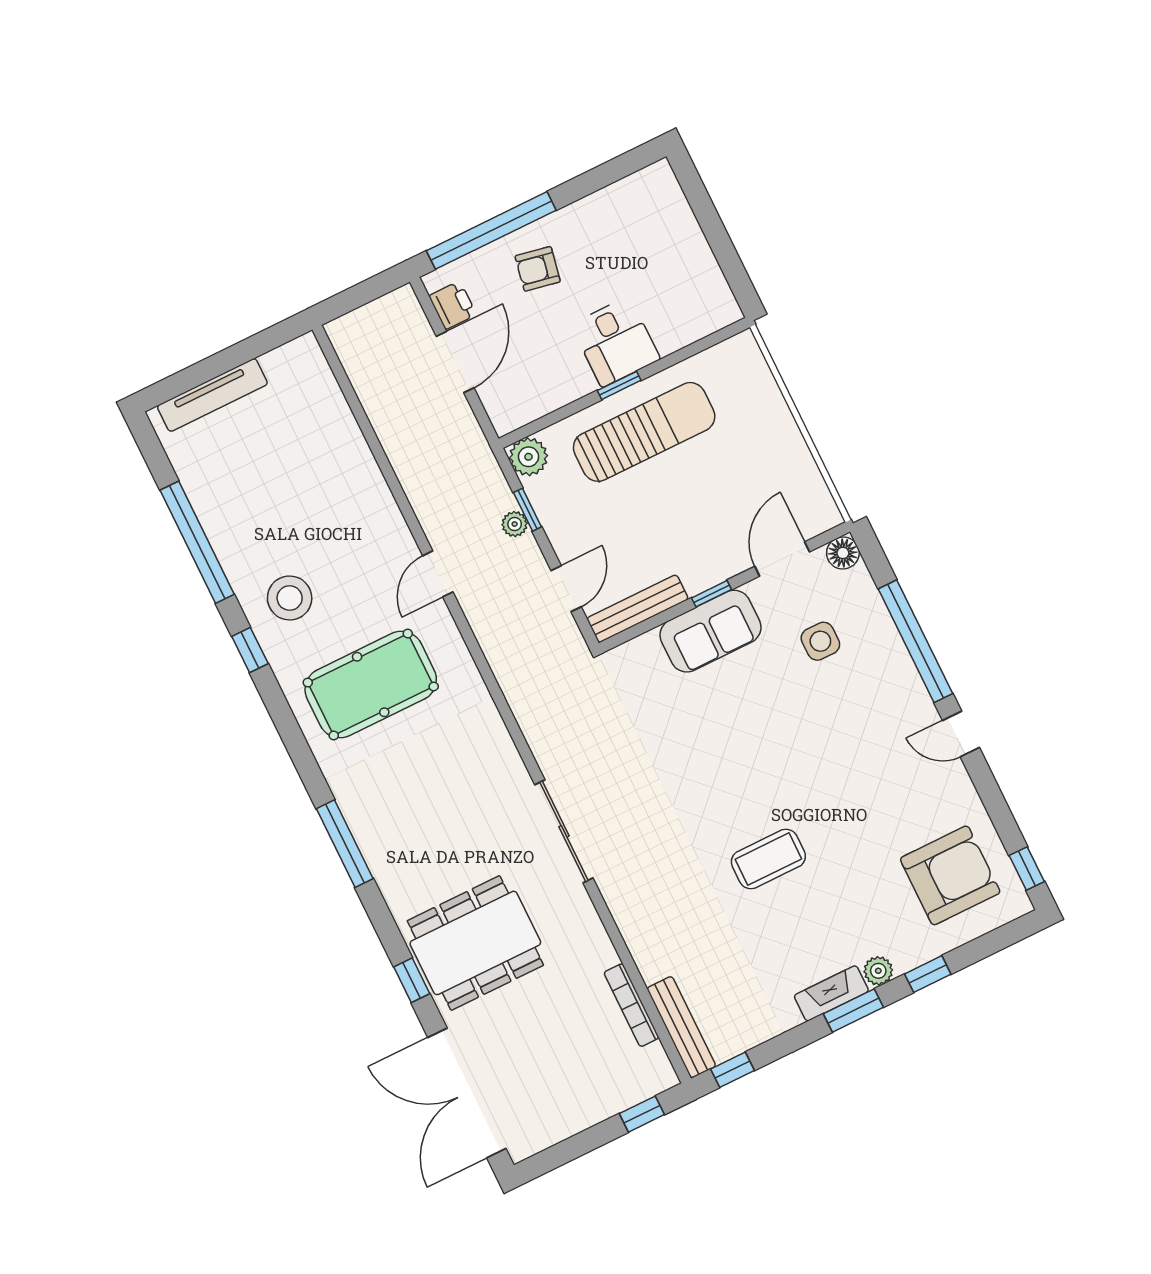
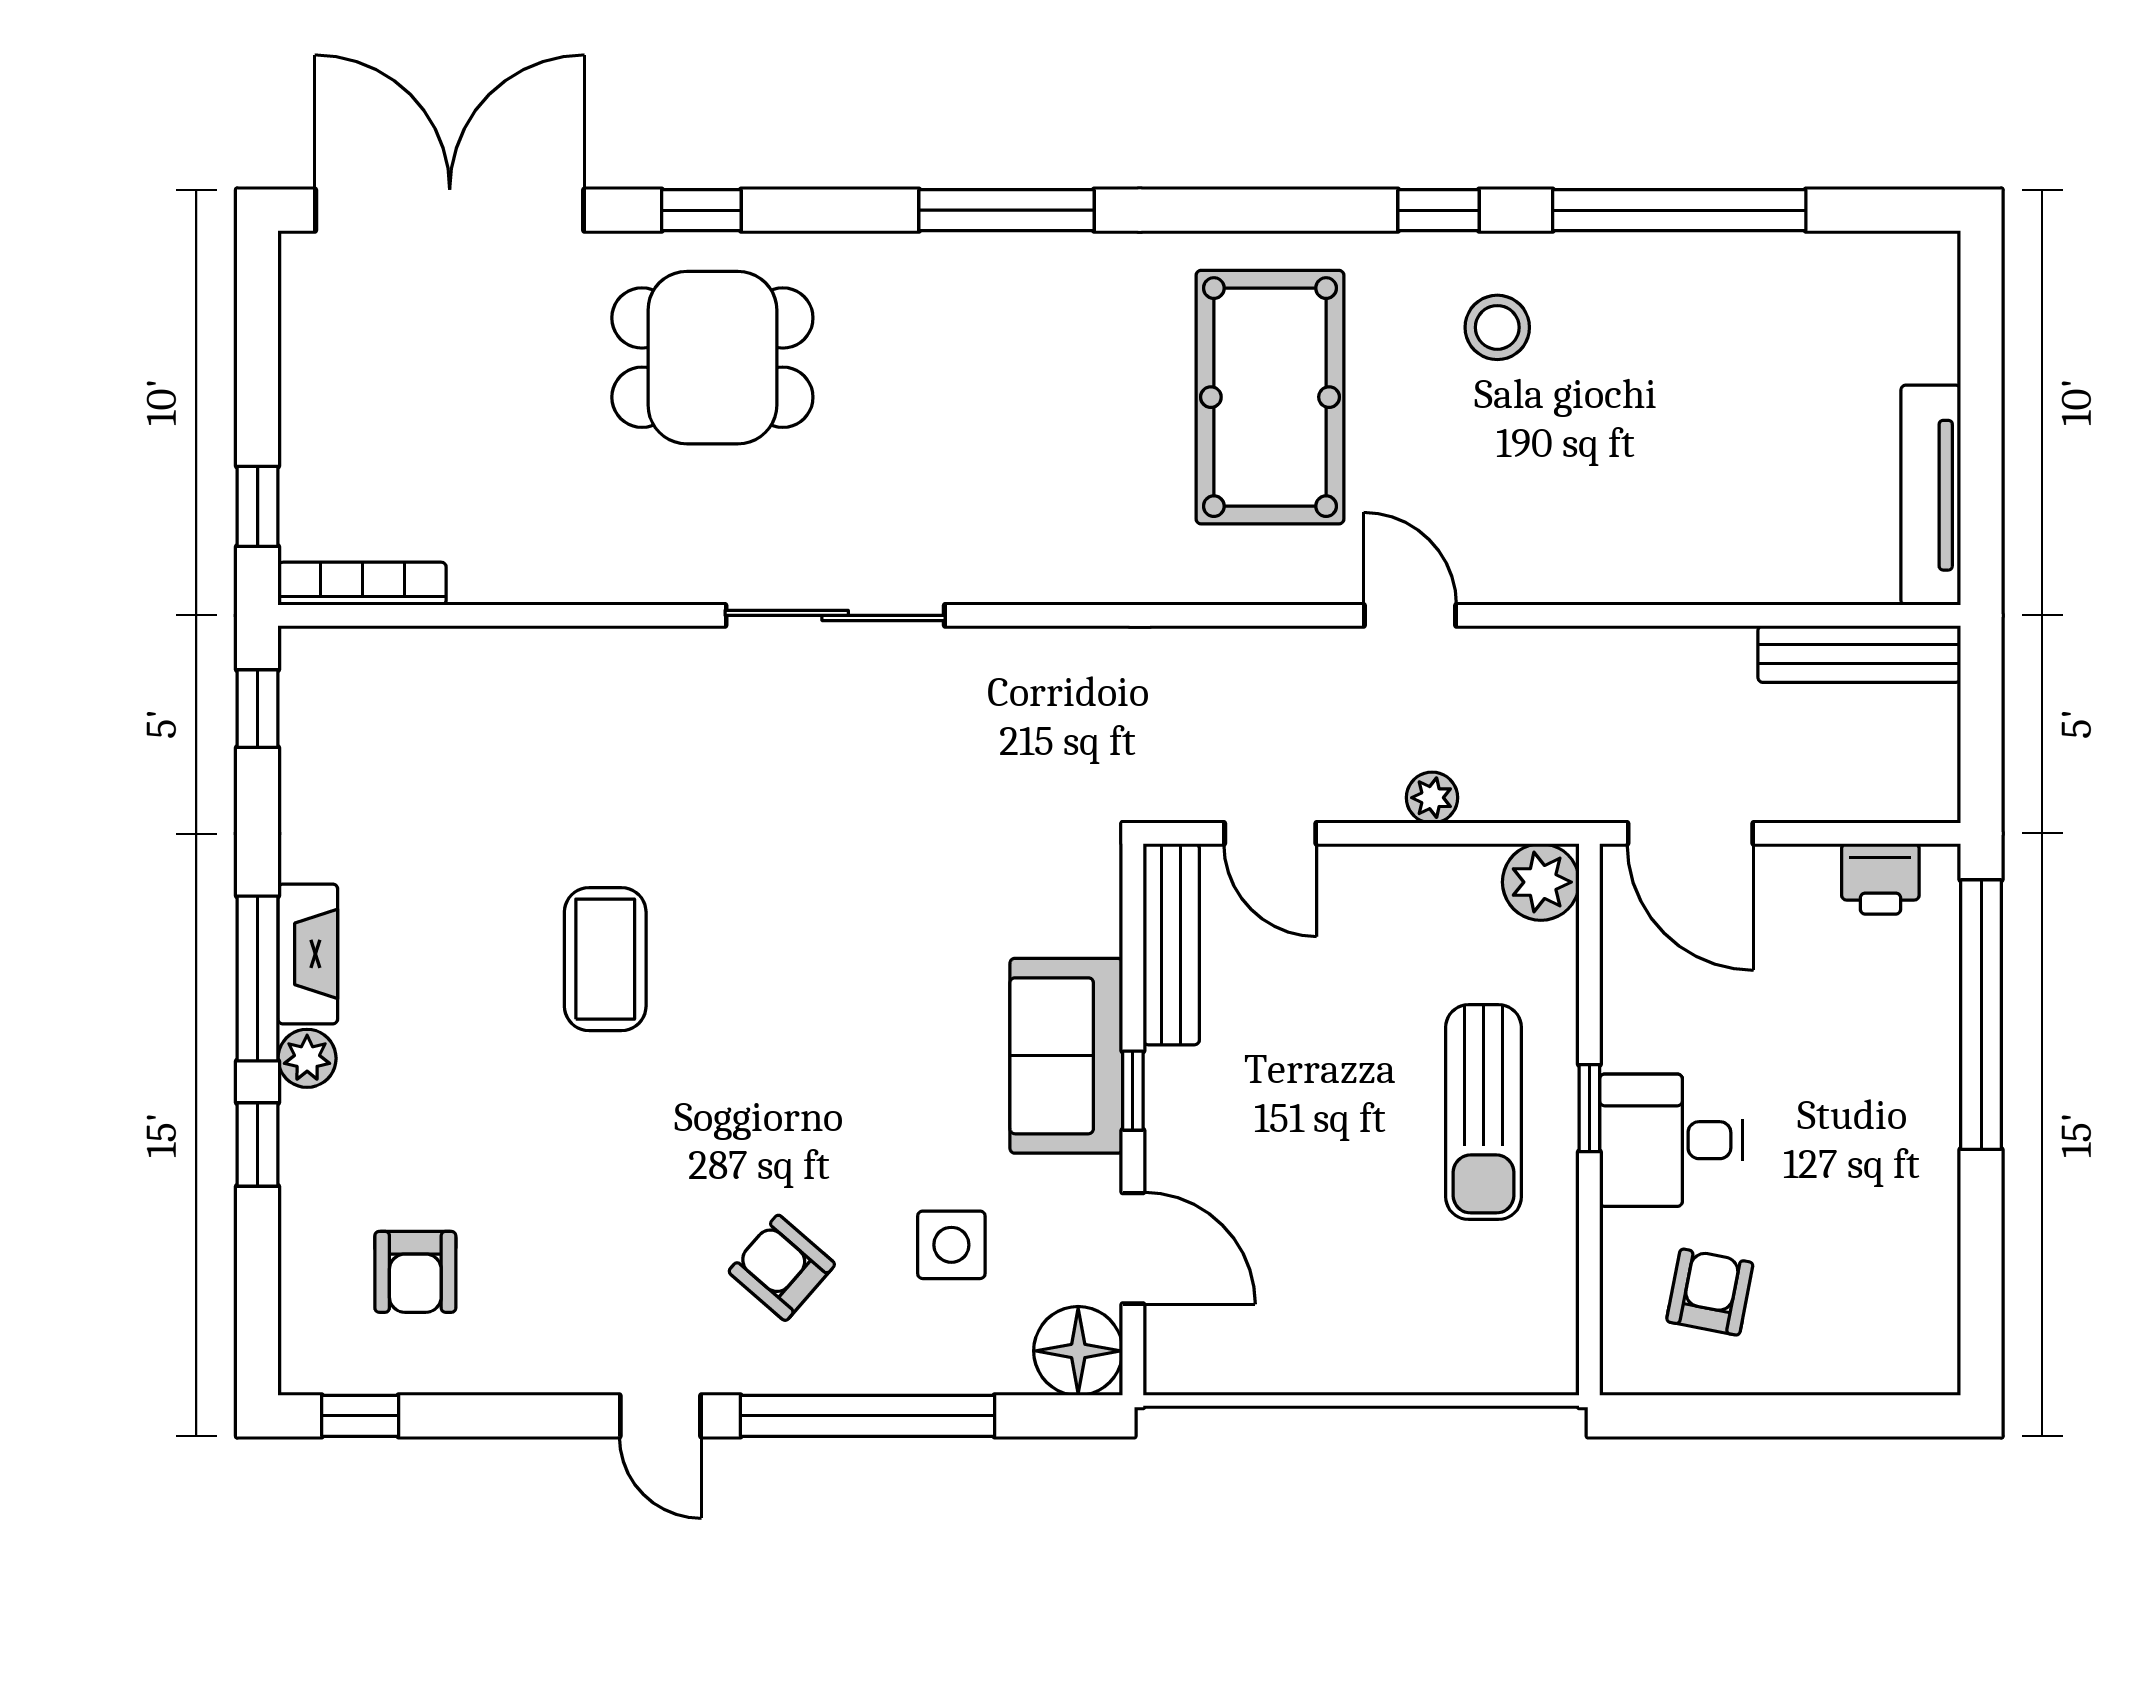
armchair: (538, 269) -> (1710, 1292), moved
door: (455, 362) -> (1690, 833), moved
tv unit: (212, 395) -> (1931, 495), moved
sun lounger: (644, 432) -> (1484, 1112), width x0.73, depth x0.75
window: (527, 510) -> (1446, 833), removed
floor lamp: (843, 553) -> (1078, 1351), width x1.38, depth x1.38
stool: (290, 598) -> (1497, 327), width x0.73, depth x0.73
armchair: (868, 712) -> (782, 1268), added
door: (961, 734) -> (660, 1416), swing flipped
armchair: (950, 875) -> (415, 1272), width x0.53, depth x0.53
dining table: (475, 943) -> (712, 358), width x0.73
bookcase: (631, 1005) -> (362, 584), moved
window: (853, 1010) -> (258, 978), width x1.44
bench: (681, 1027) -> (1859, 654), moved

